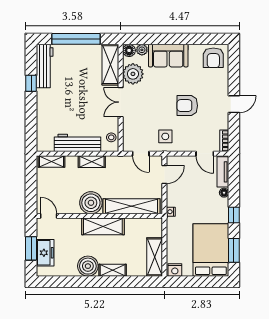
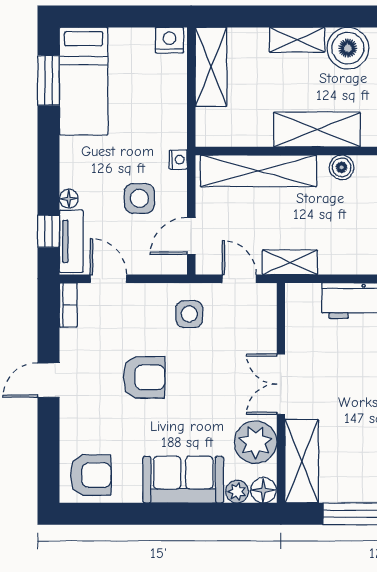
armchair: (213, 58) -> (91, 475), turned 90
double door: (121, 102) -> (281, 384), swing flipped
stool: (111, 137) -> (300, 312), removed
shelving: (92, 162) -> (290, 262), moved
side table: (190, 193) -> (139, 198), added
boiler: (91, 203) -> (342, 167), width x0.54, depth x0.54
window: (234, 215) -> (49, 231), moved
bed: (211, 250) -> (84, 81), width x0.67

